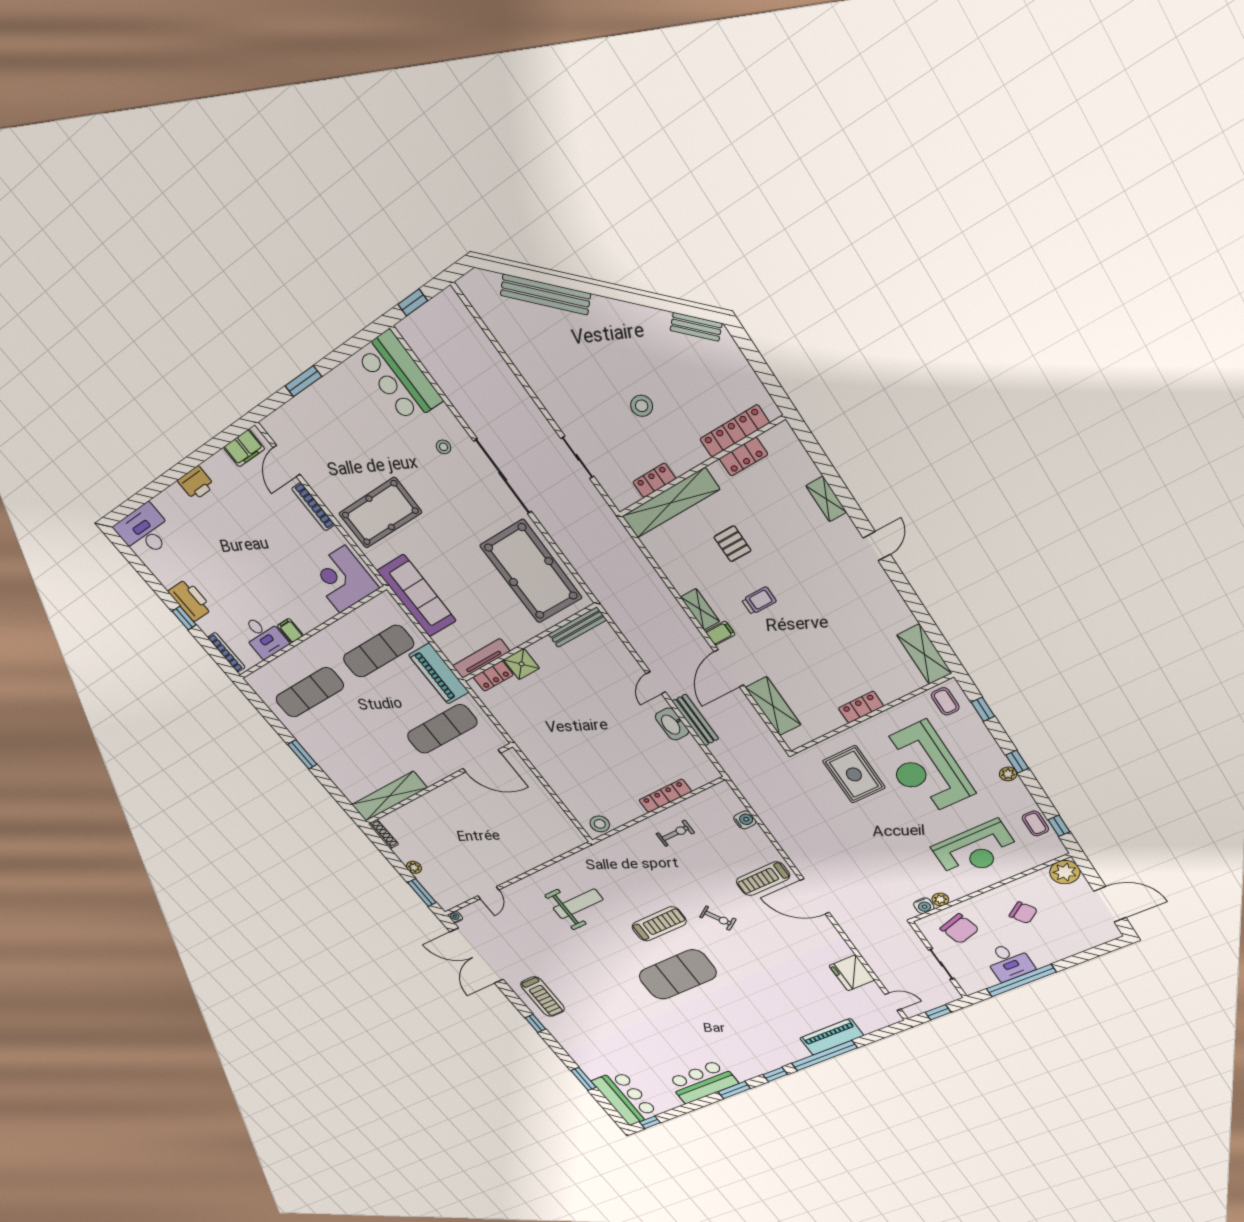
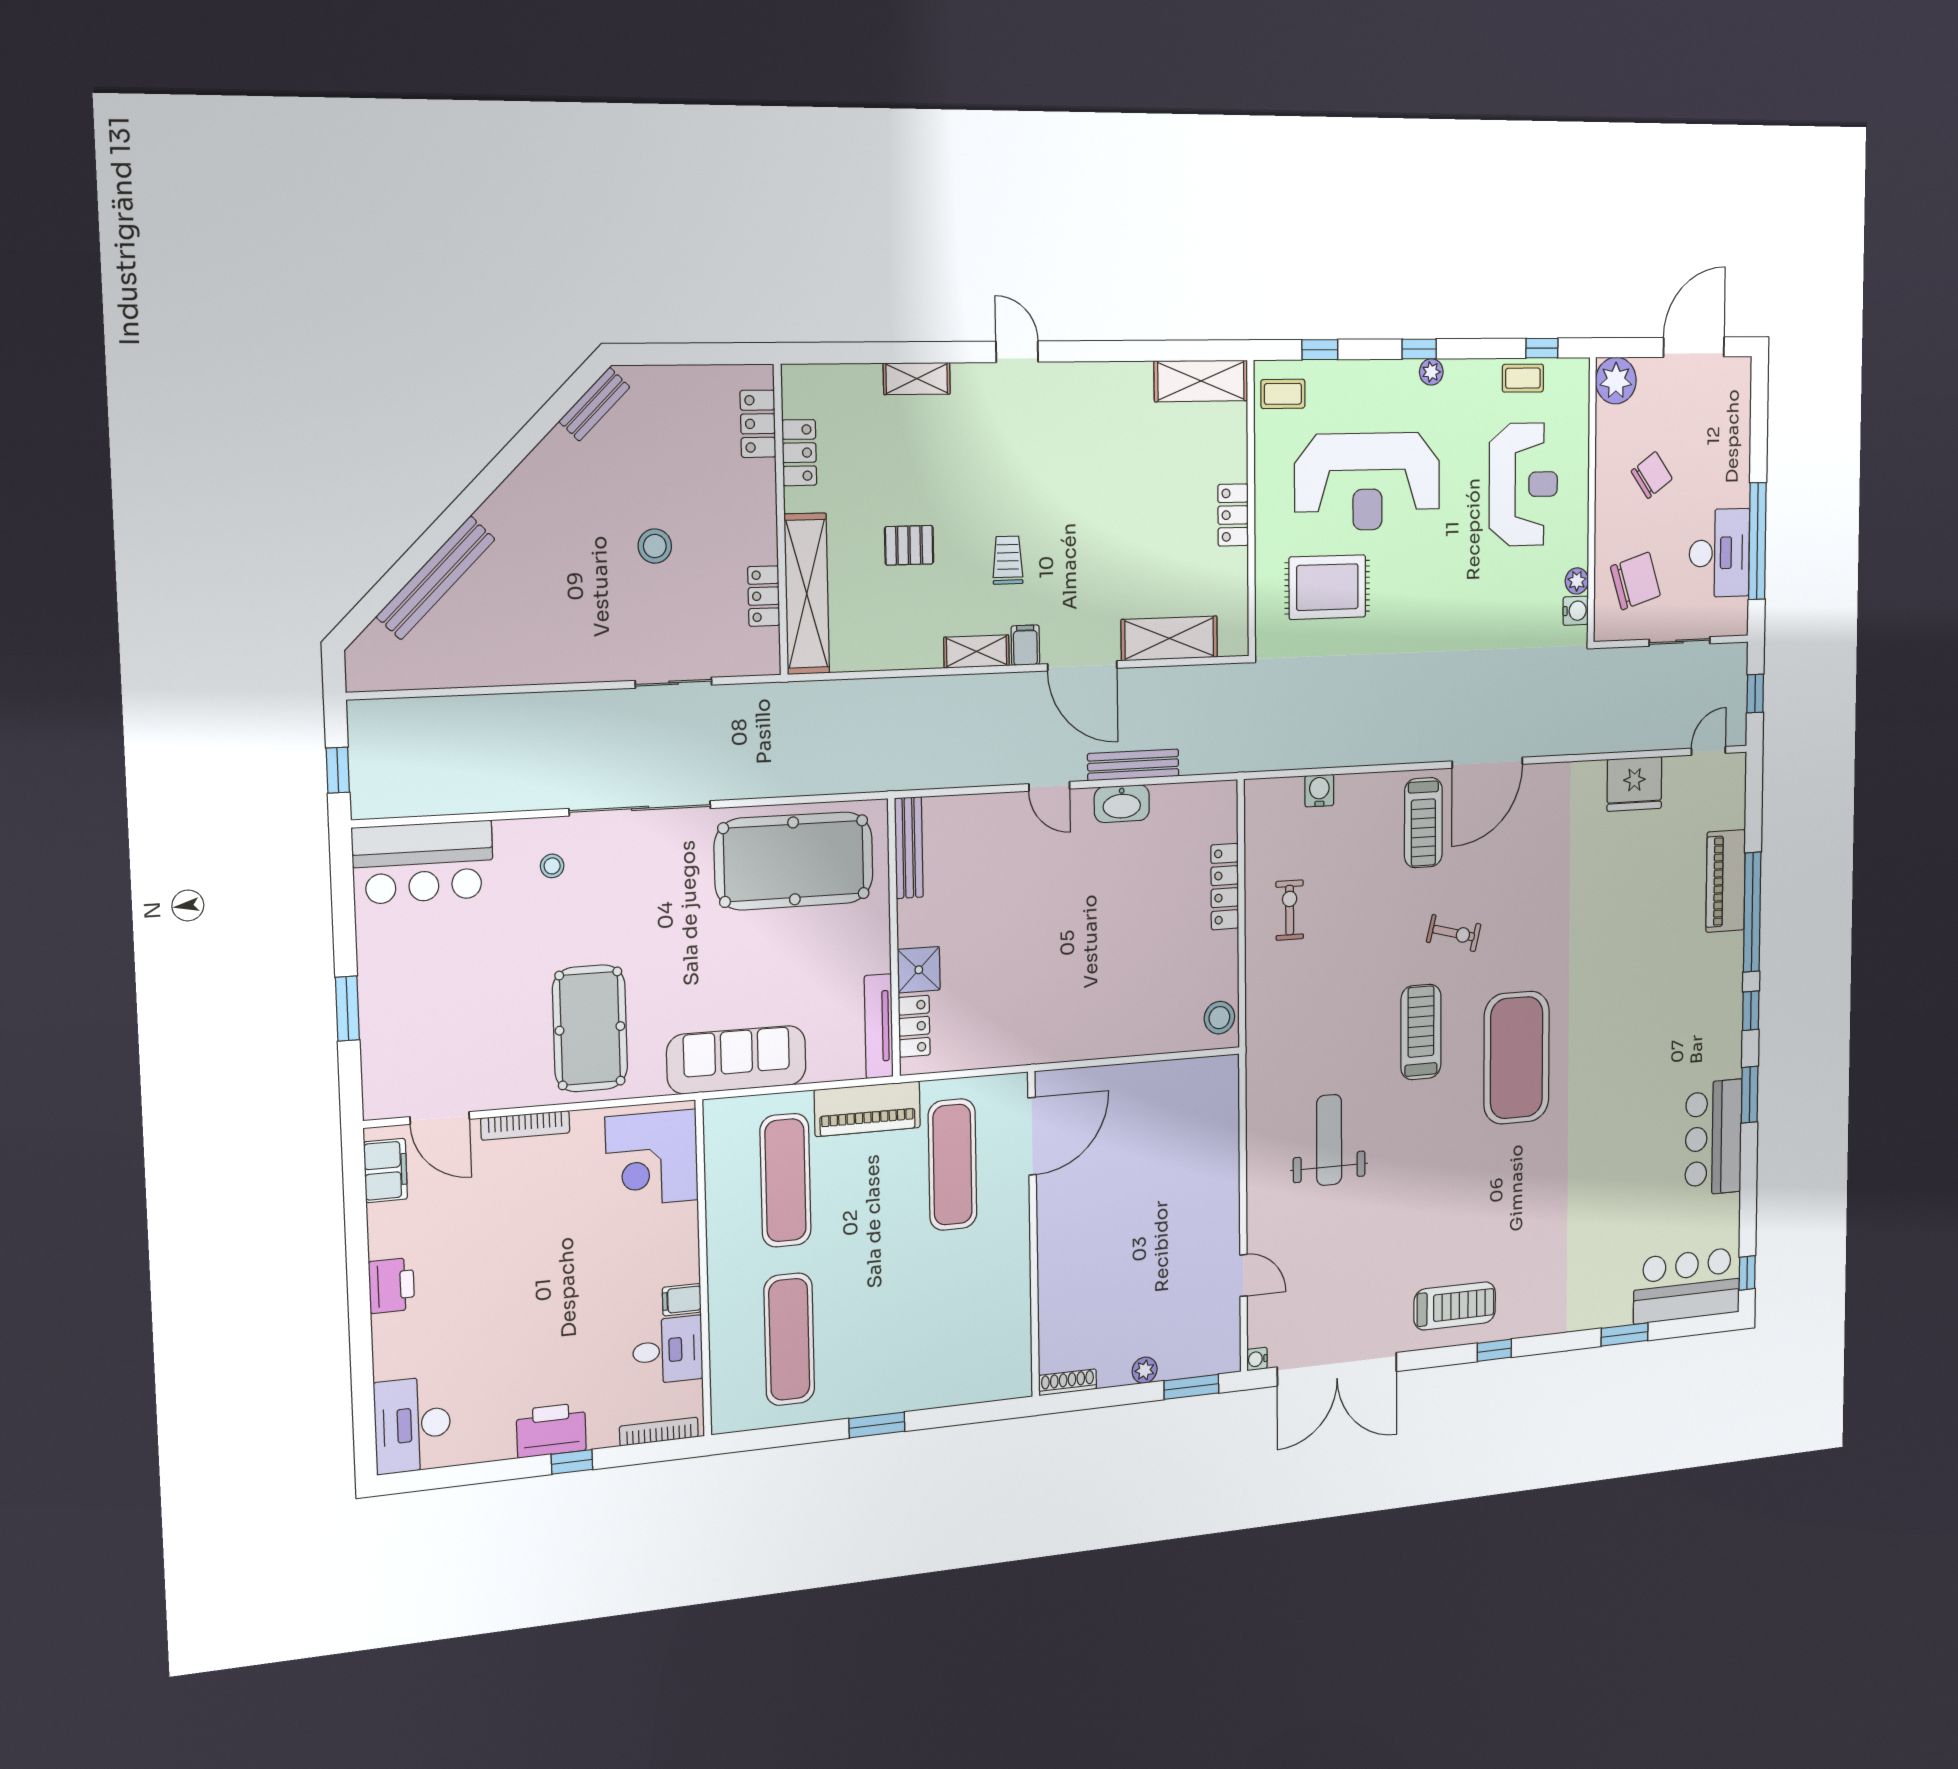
locker: (734, 431) -> (758, 424), width x0.66
shelving: (389, 796) -> (1013, 1328), removed
exercise bike: (718, 918) -> (1454, 933), turned 46
desk: (1009, 962) -> (1719, 553), width x1.37

